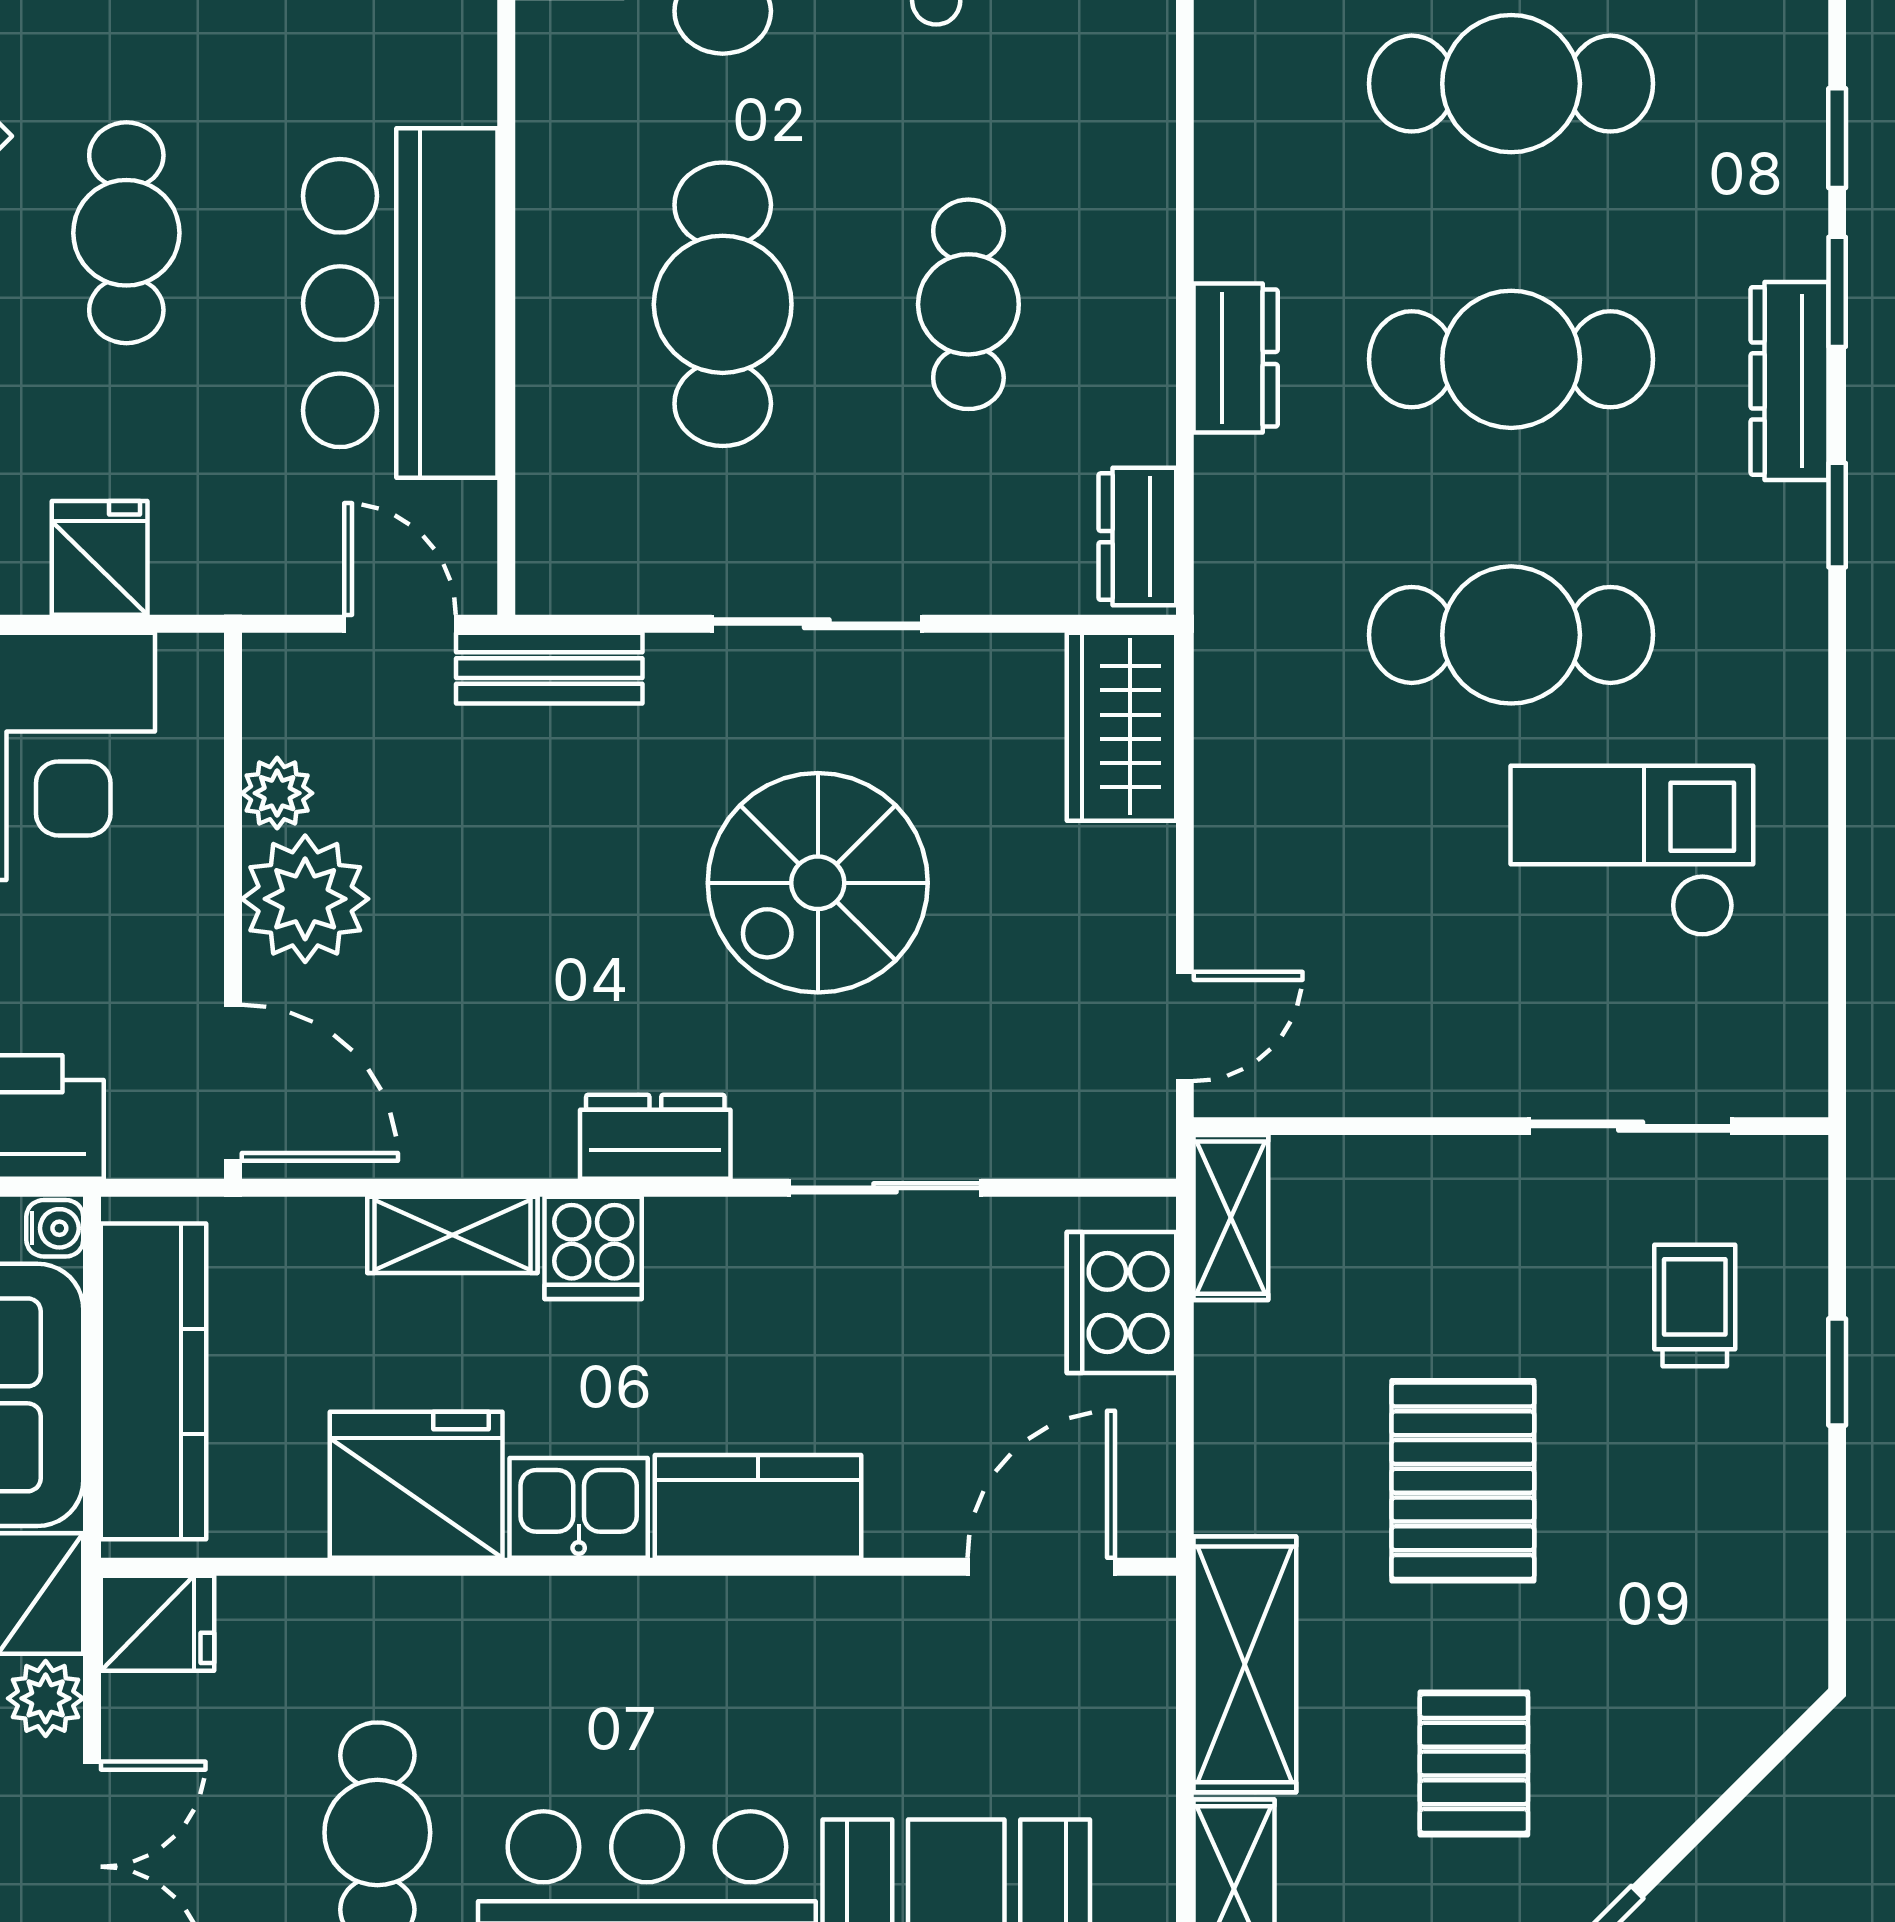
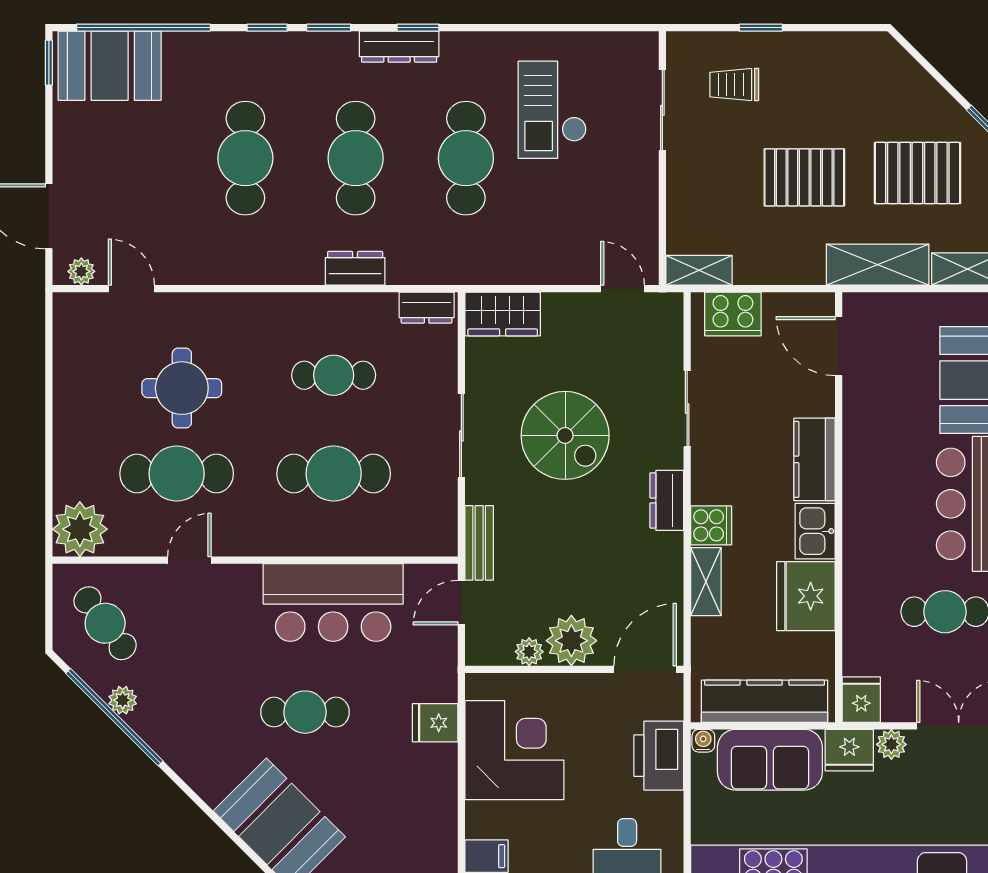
dresser: (1790, 381) -> (399, 47), moved
pallet: (1474, 1764) -> (917, 173), width x1.50, depth x1.42

